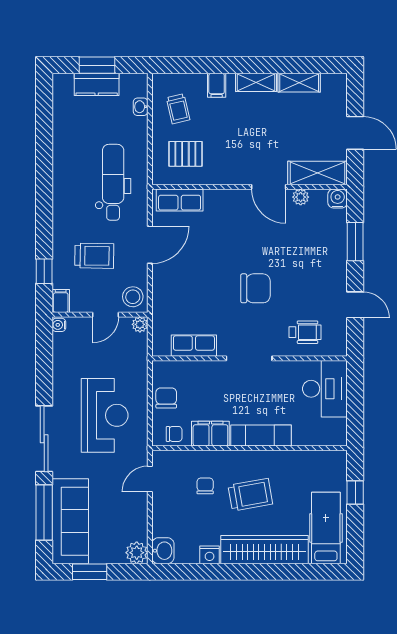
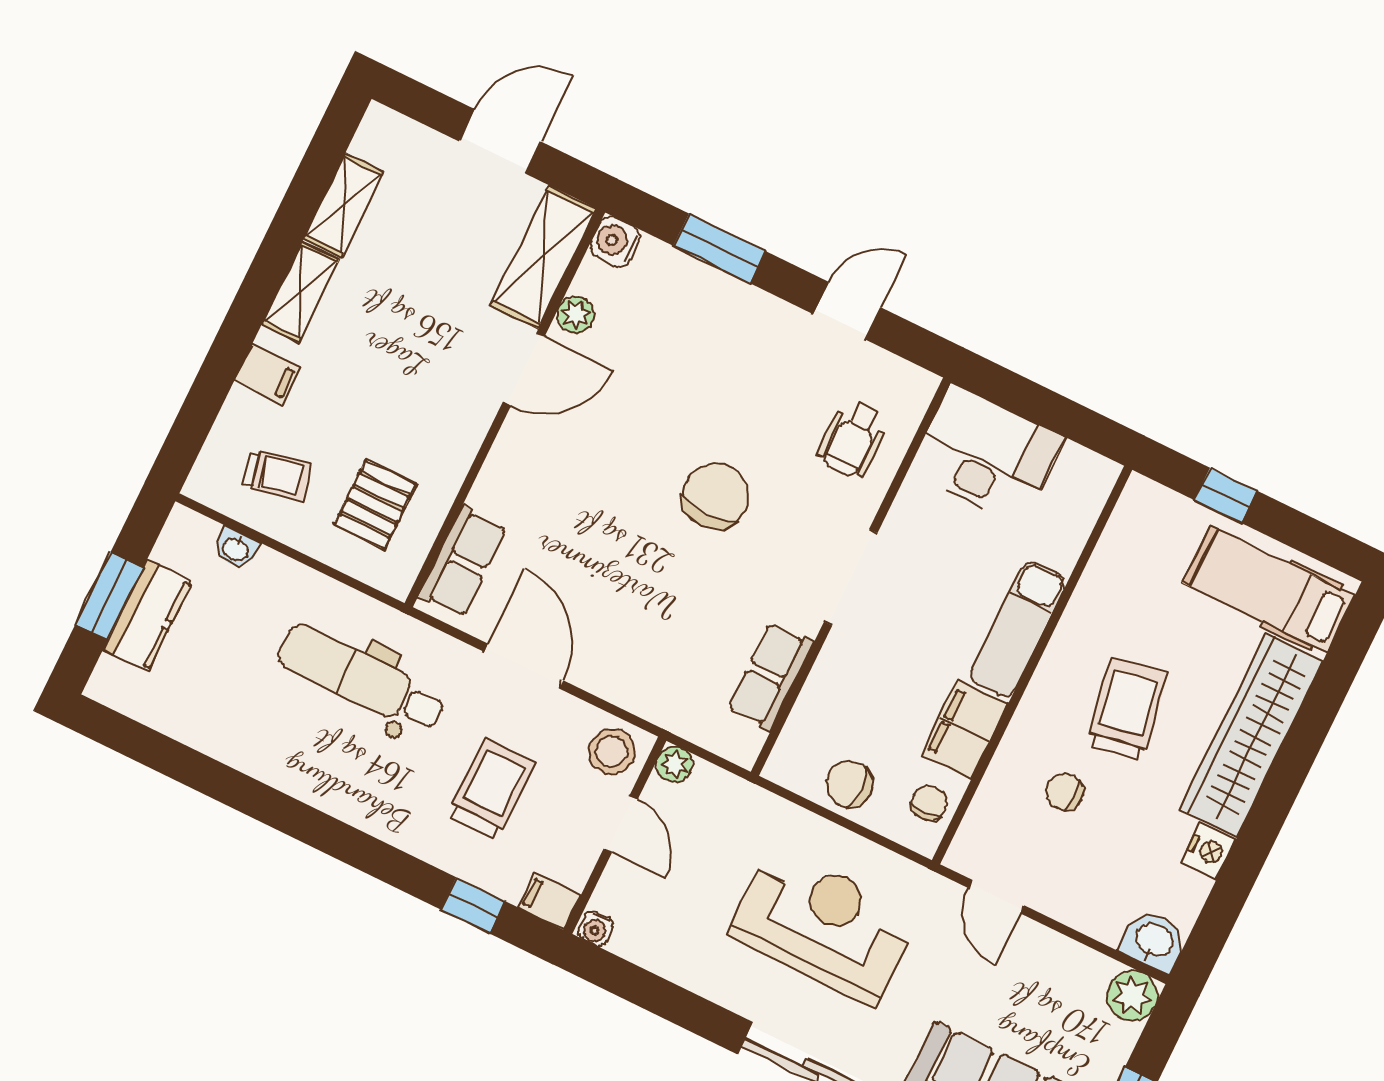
wheelchair: (305, 332) -> (853, 439), turned 180

